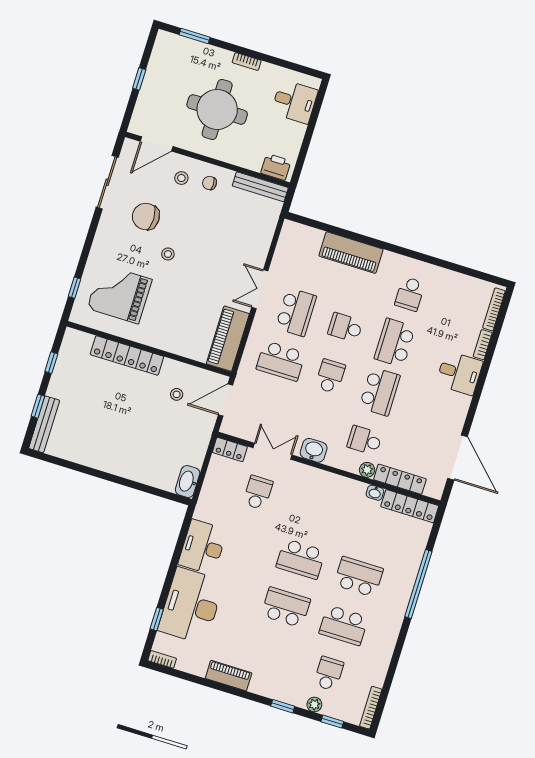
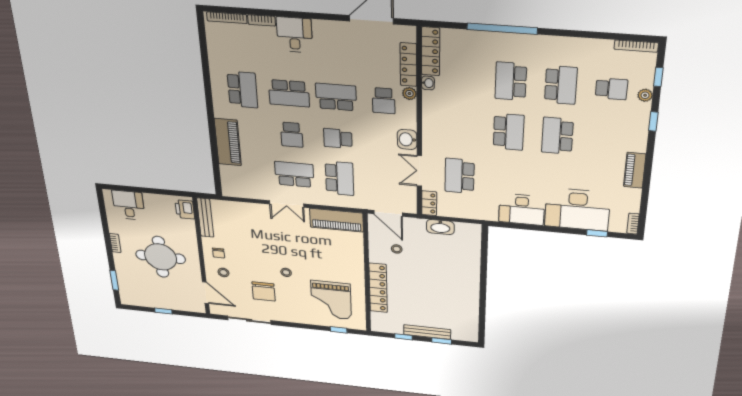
school desk: (410, 294) -> (242, 90), width x1.85
bench: (44, 424) -> (427, 332), moved
washbasin: (188, 482) -> (440, 227), moved
school desk: (258, 493) -> (460, 176), width x1.85
school desk: (329, 674) -> (611, 89), turned 180

